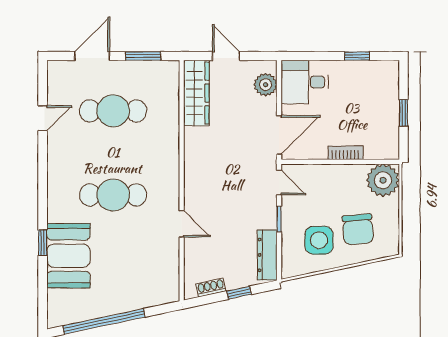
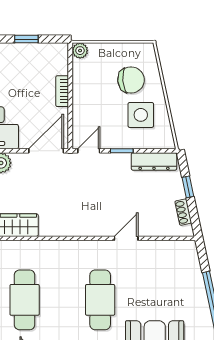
door: (279, 135) -> (46, 151), hinge flipped
plant: (383, 180) -> (80, 51), width x0.53, depth x0.53

